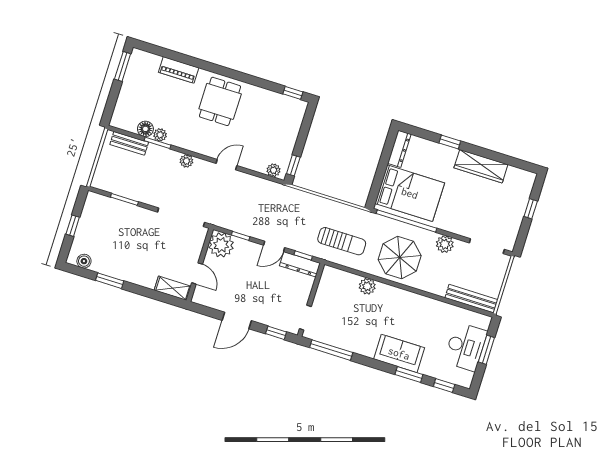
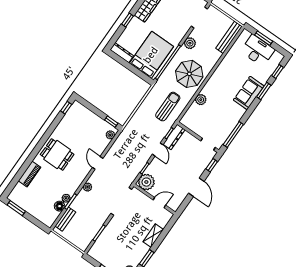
shelving: (173, 288) -> (153, 236), moved

